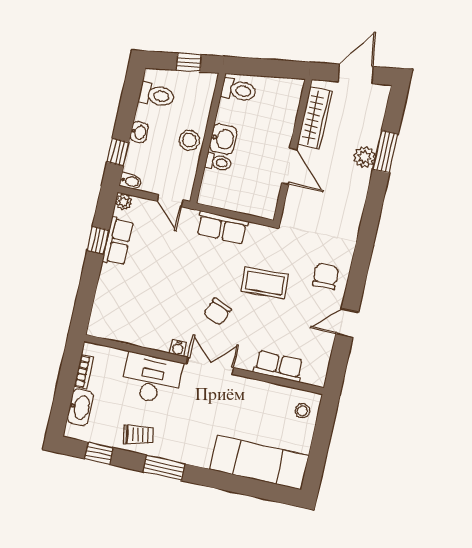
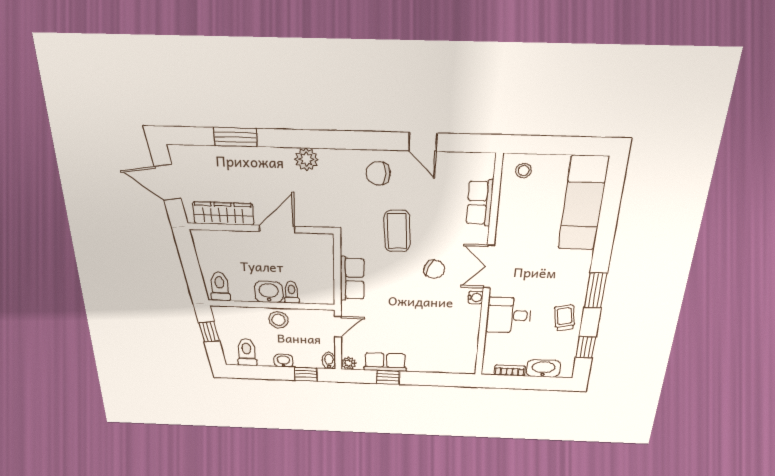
plant: (364, 157) -> (306, 159), moved
desk: (152, 379) -> (509, 315), width x0.73

